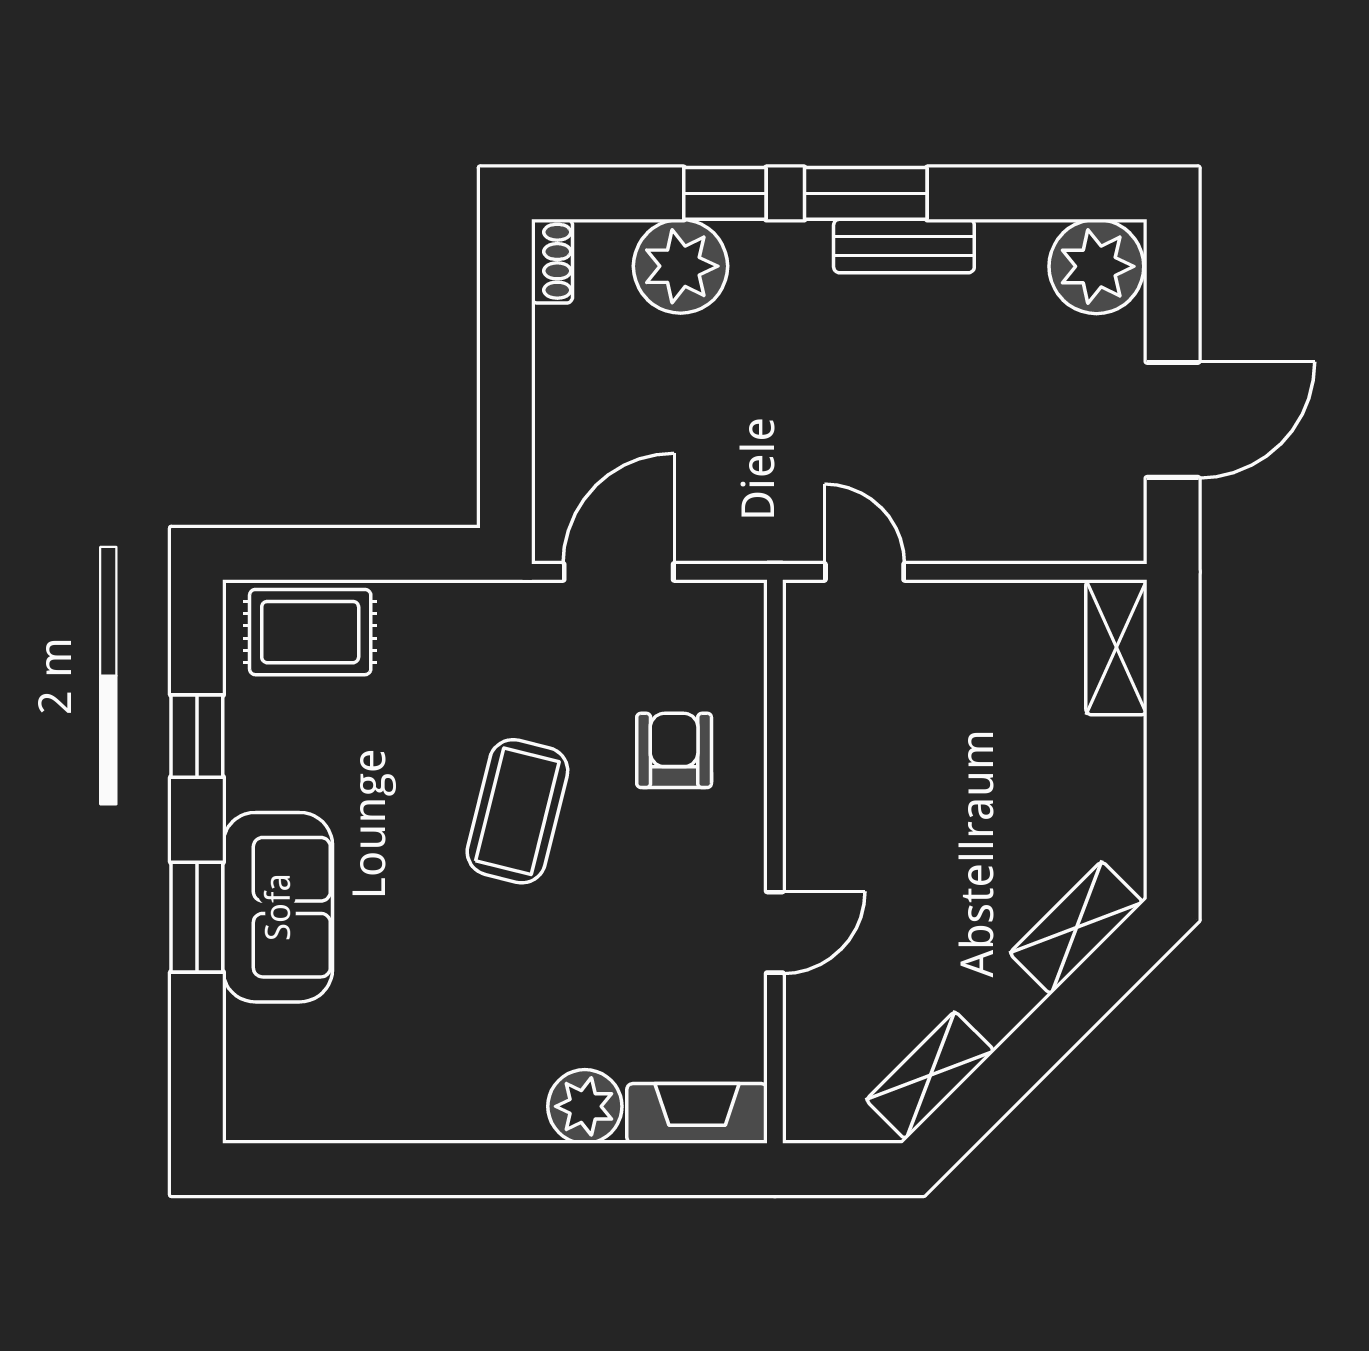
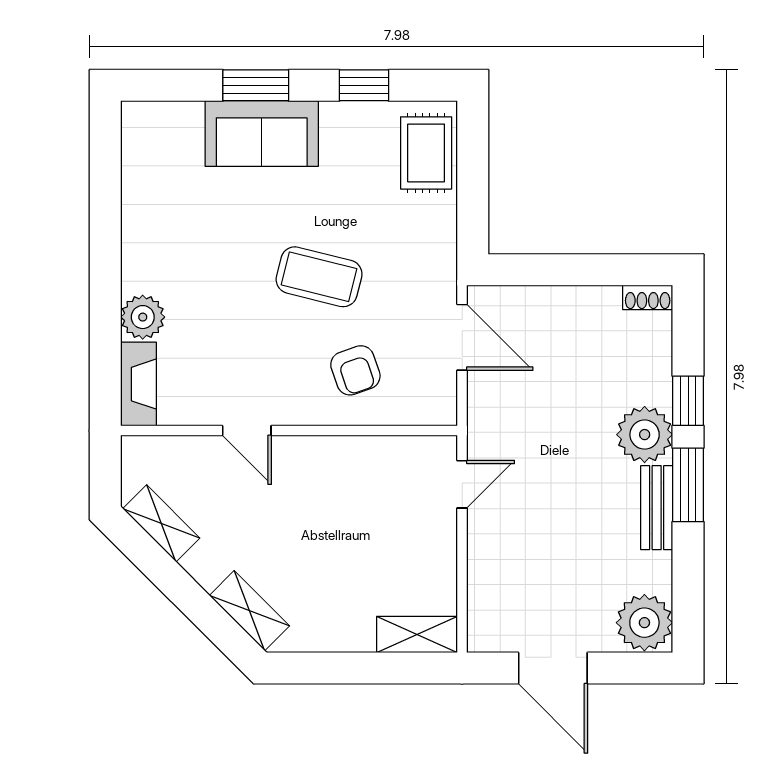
plant: (681, 266) -> (645, 435), moved
armchair: (674, 750) -> (355, 370), turned 71

